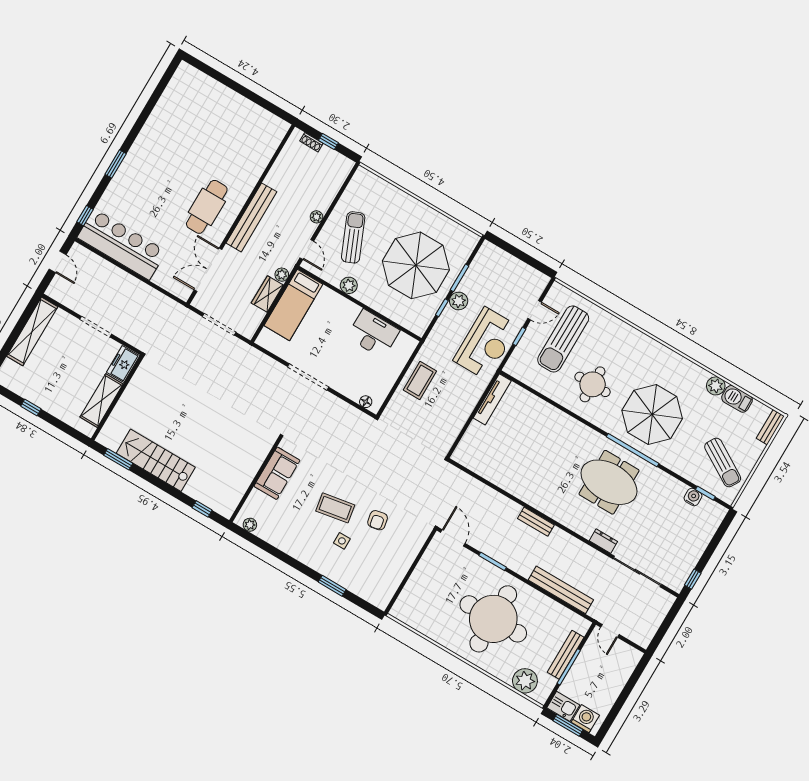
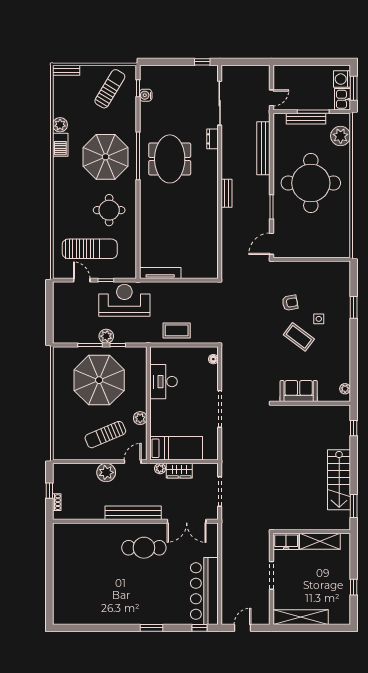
plant: (317, 217) -> (106, 472), width x1.88, depth x1.88
barbecue: (737, 399) -> (60, 145), moved
coffee table: (335, 508) -> (299, 337), turned -43

